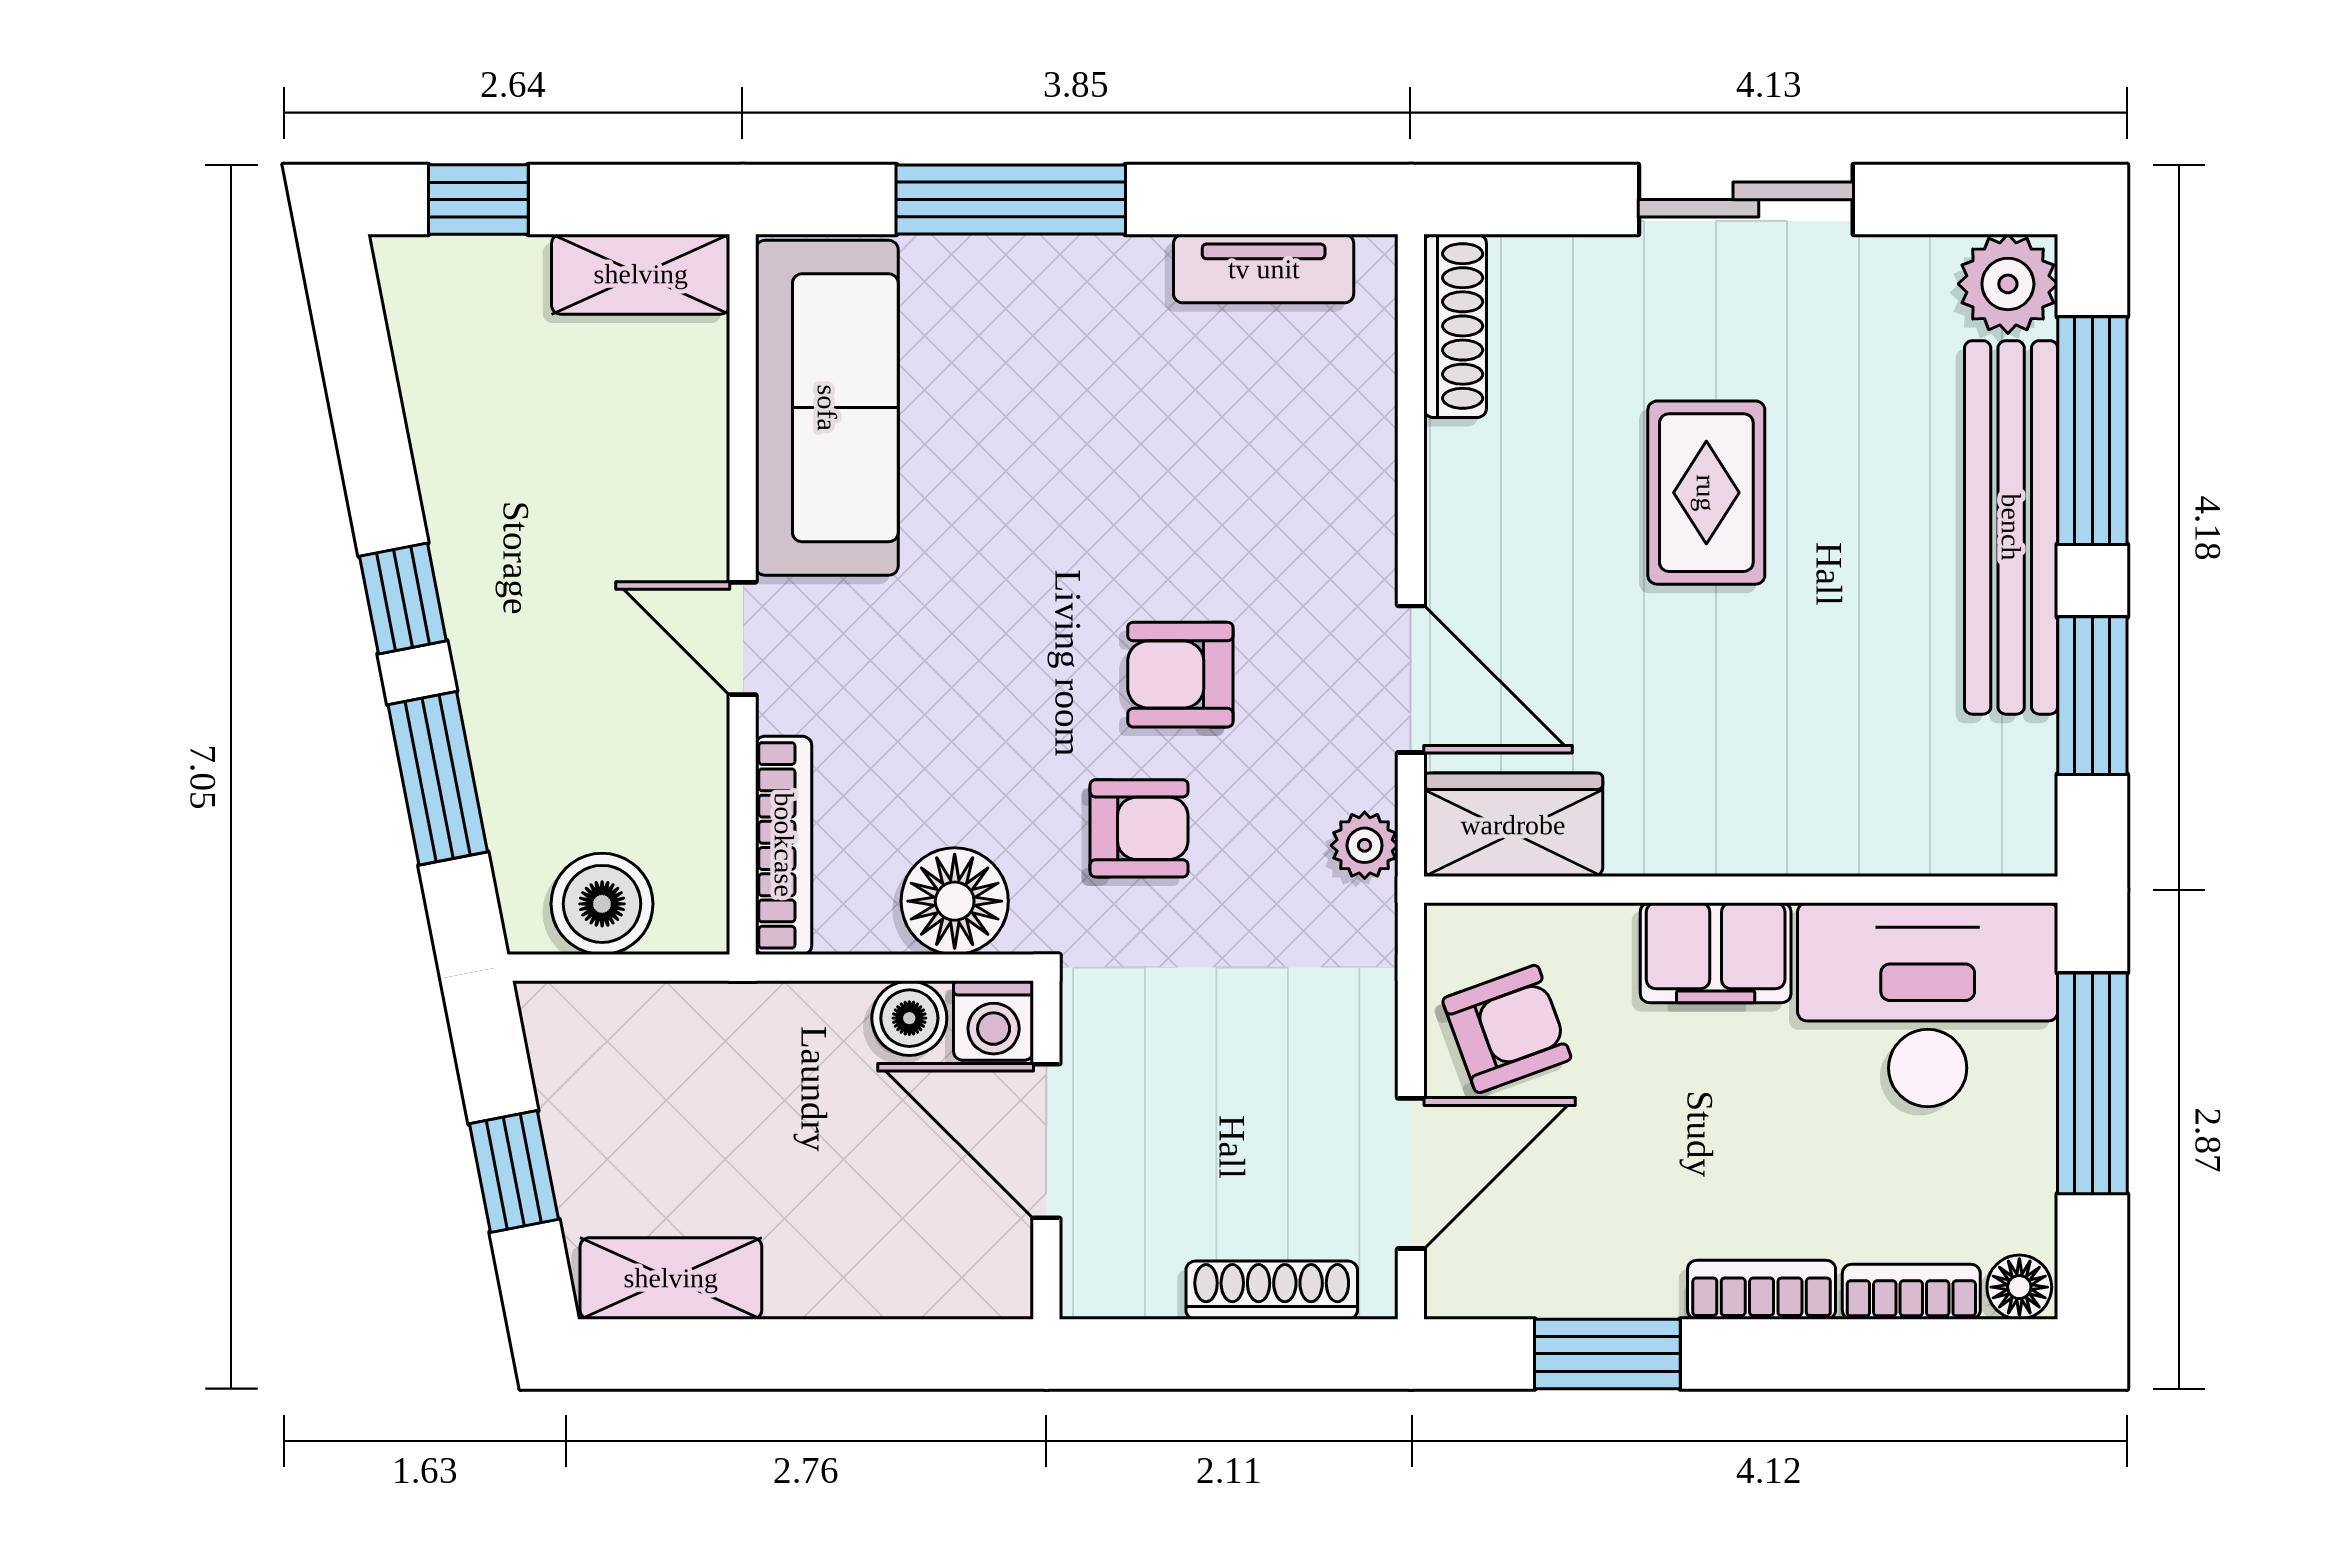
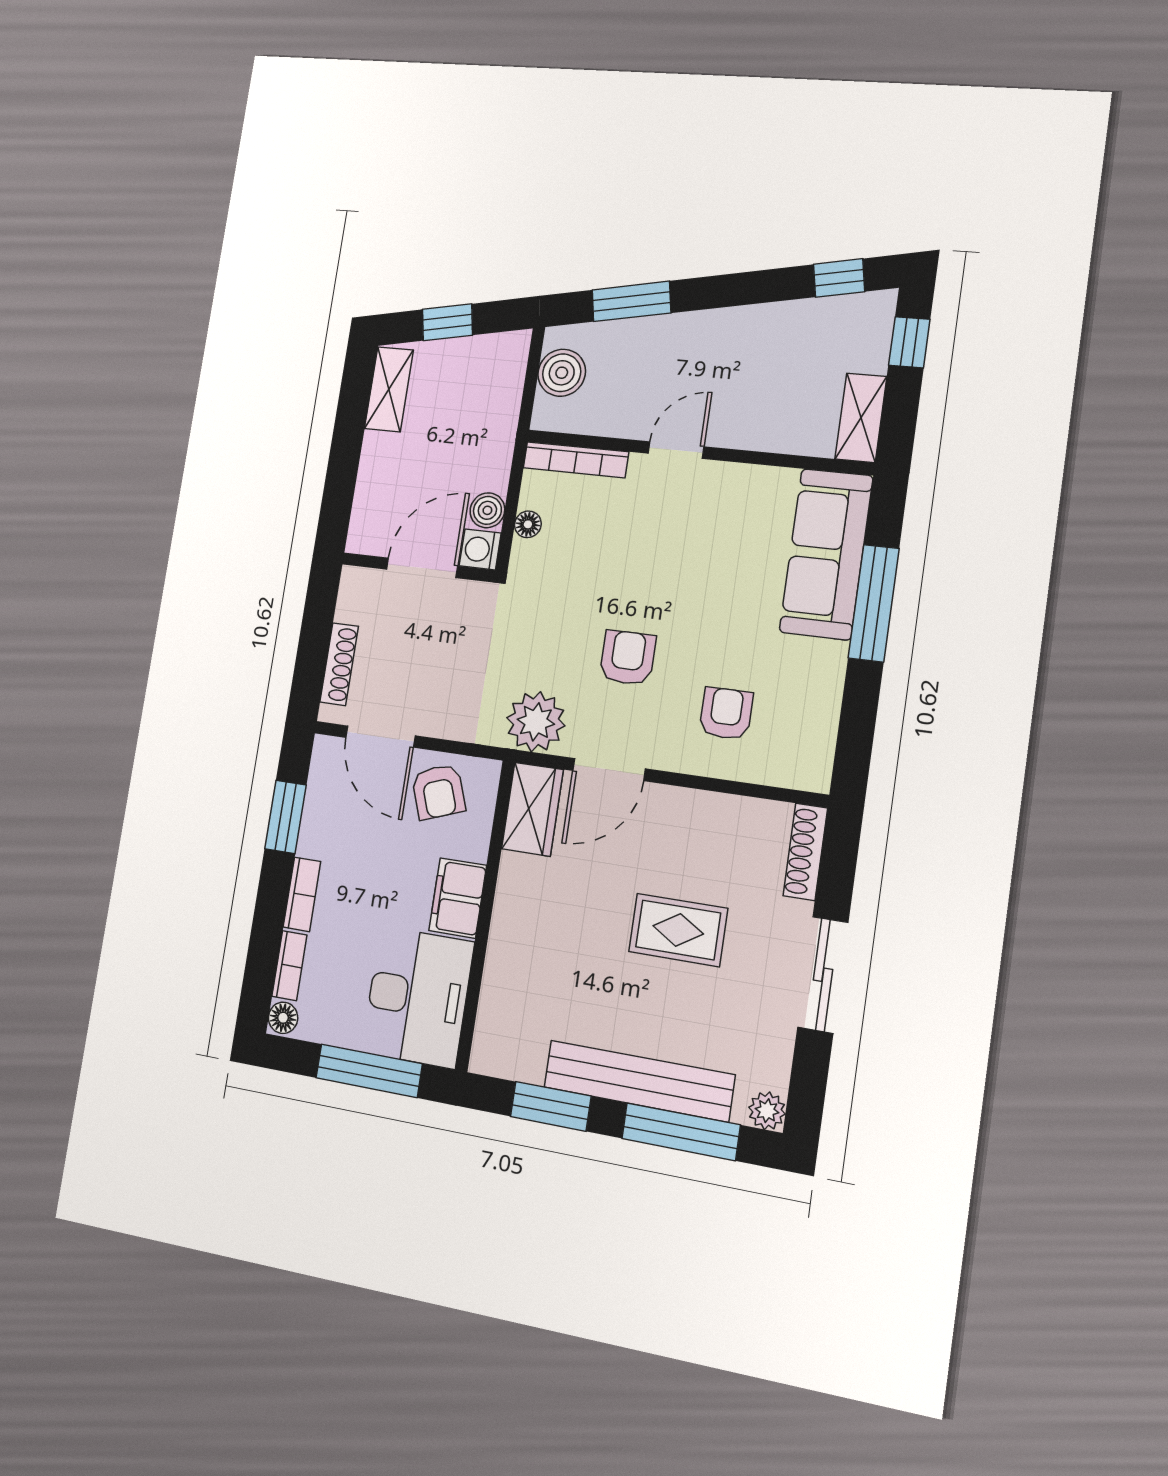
tv unit: (1264, 269) -> (821, 725), removed
plant: (2008, 284) -> (767, 1111), width x0.73, depth x0.73
shoe rack: (1455, 326) -> (805, 852), moved, turned 90
sofa: (827, 408) -> (826, 554), moved, turned 90
window: (403, 599) -> (839, 278), moved
armchair: (1139, 828) -> (726, 714), moved, turned 180
plant: (1365, 845) -> (536, 722), width x1.88, depth x1.88
floor lamp: (955, 901) -> (528, 524), width x0.53, depth x0.53

